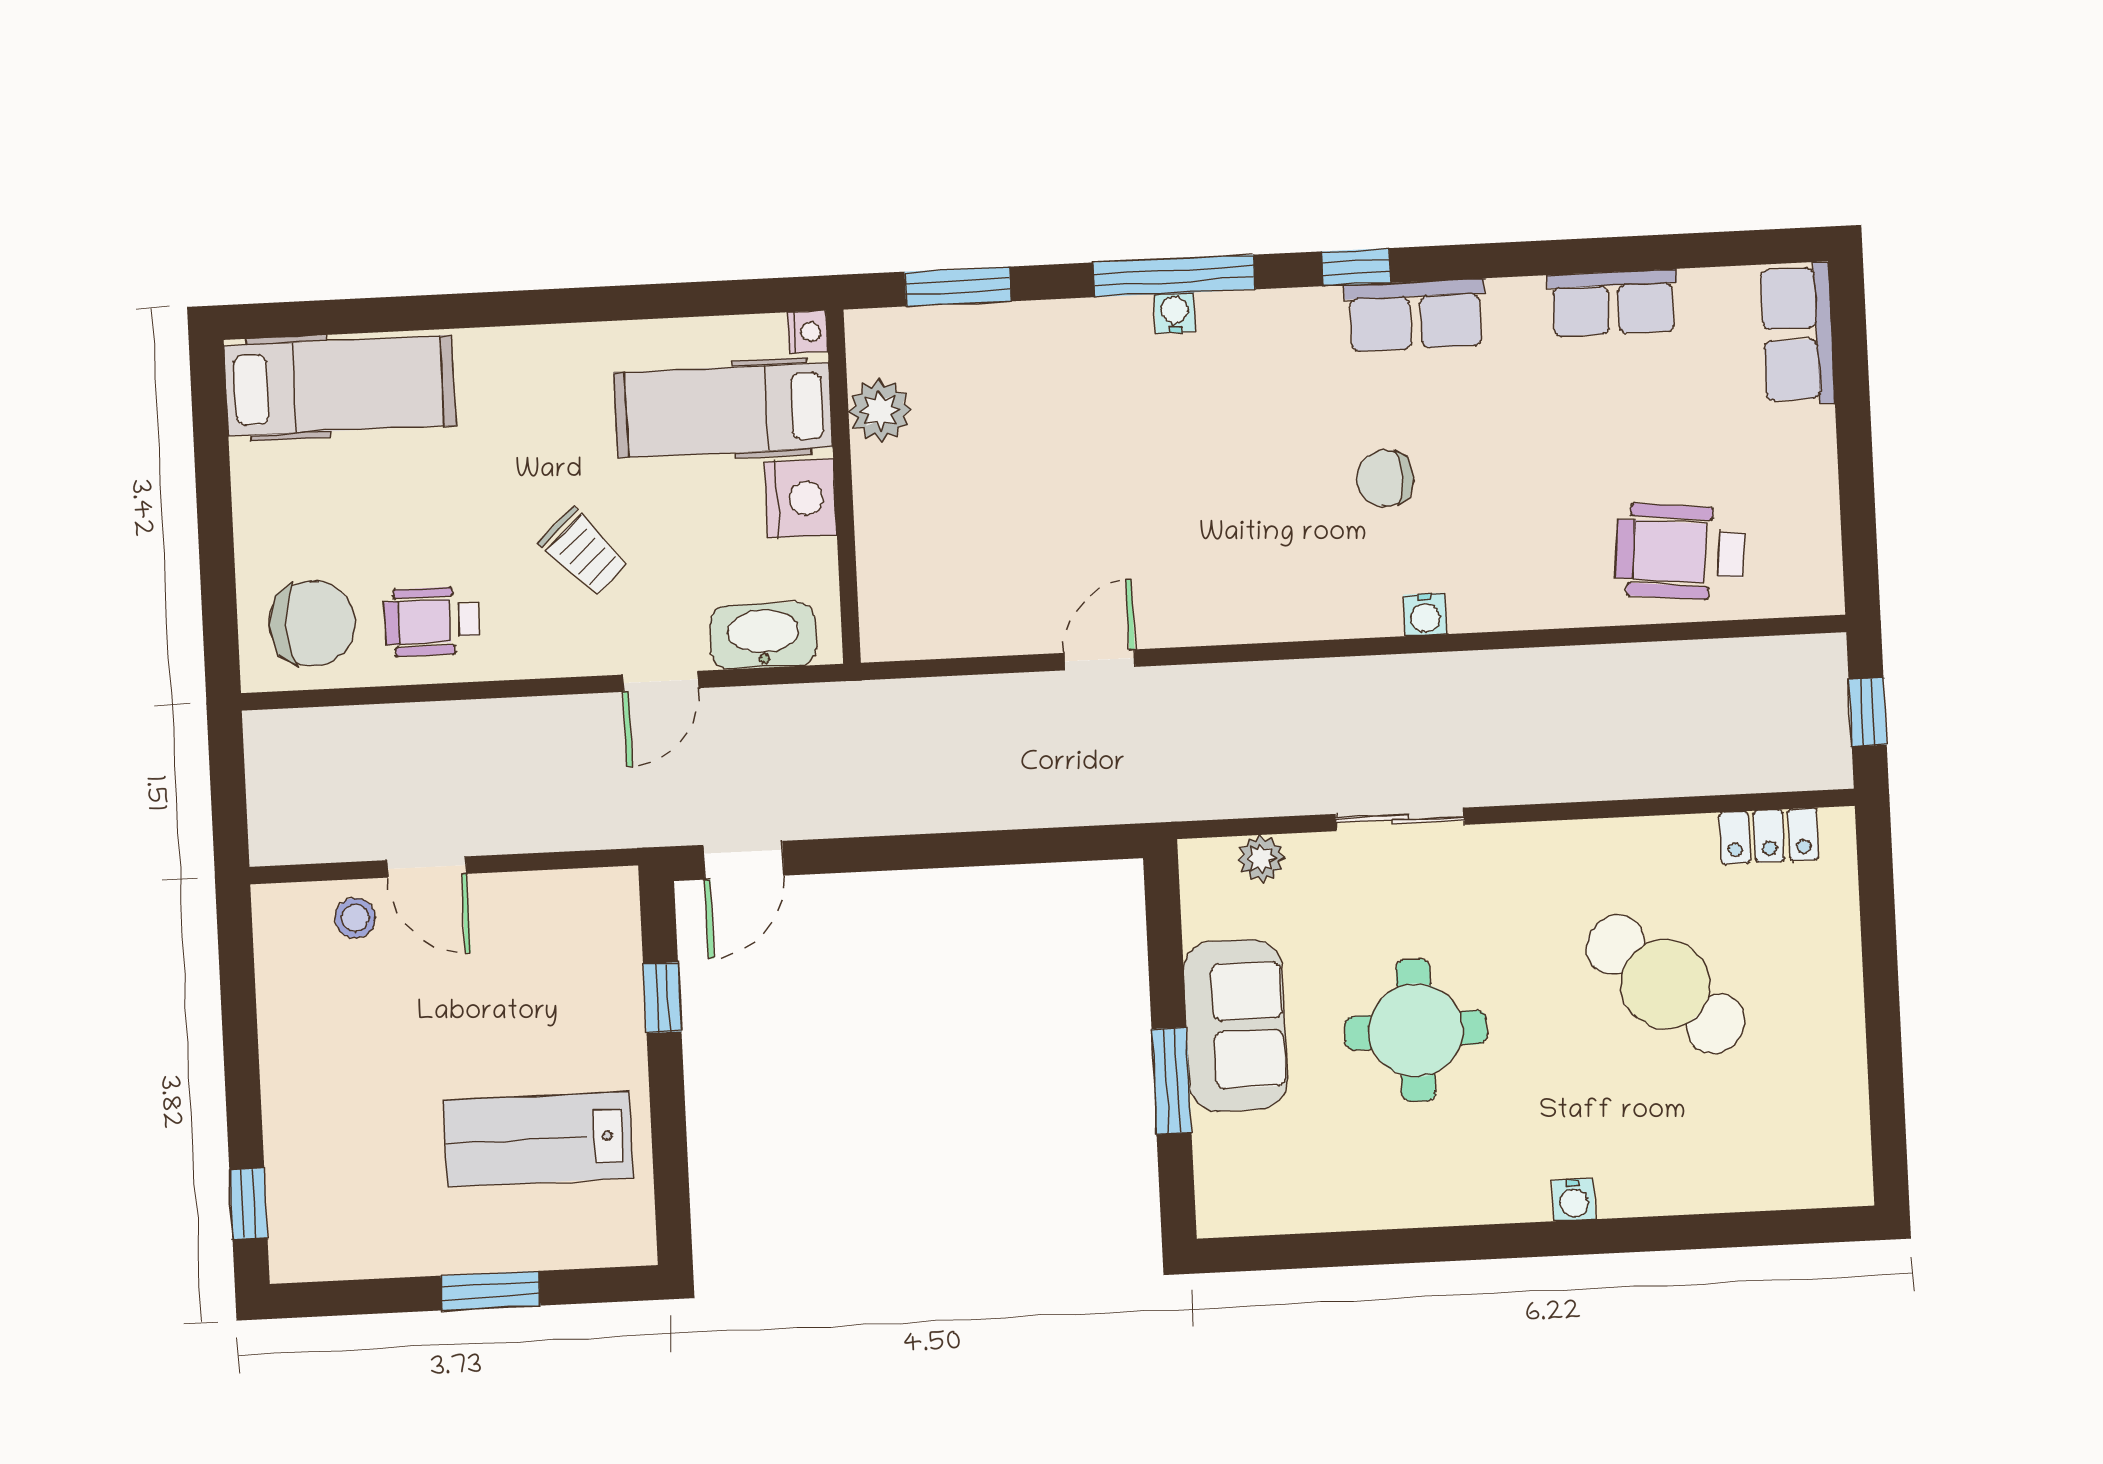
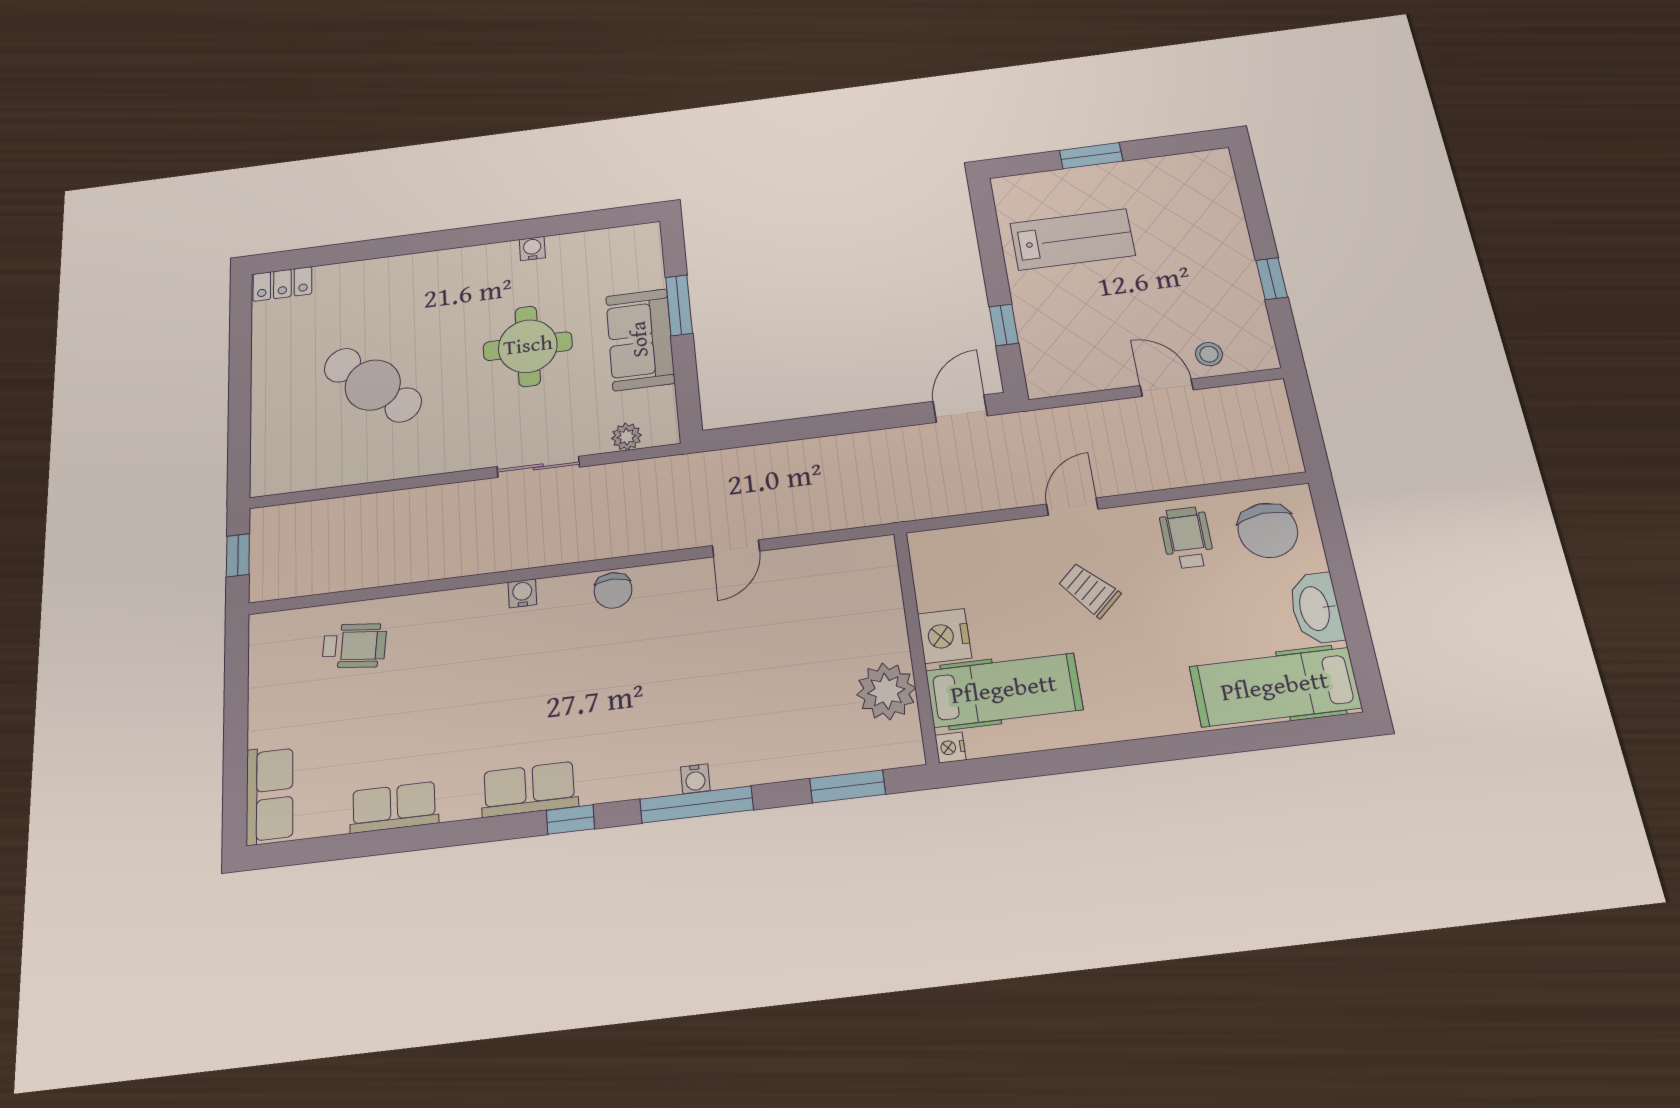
plant: (880, 411) -> (886, 691), width x1.36, depth x1.36
chair: (1385, 478) -> (613, 590), moved, turned 90
wheelchair: (1680, 552) -> (354, 646), width x0.73, depth x0.73
wheelchair: (431, 622) -> (1187, 538), turned -90
chair: (312, 623) -> (1268, 530), turned -95
washbasin: (763, 635) -> (1316, 608), moved, turned 90
door: (661, 681) -> (1072, 507), moved
locker: (1769, 836) -> (282, 284), moved, turned 180
water cooler: (1574, 1200) -> (532, 249), moved
window: (248, 1204) -> (1272, 279), moved

